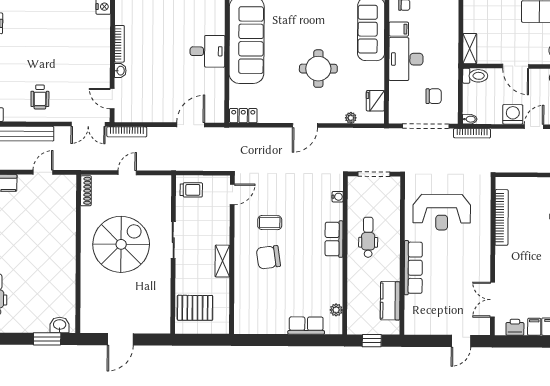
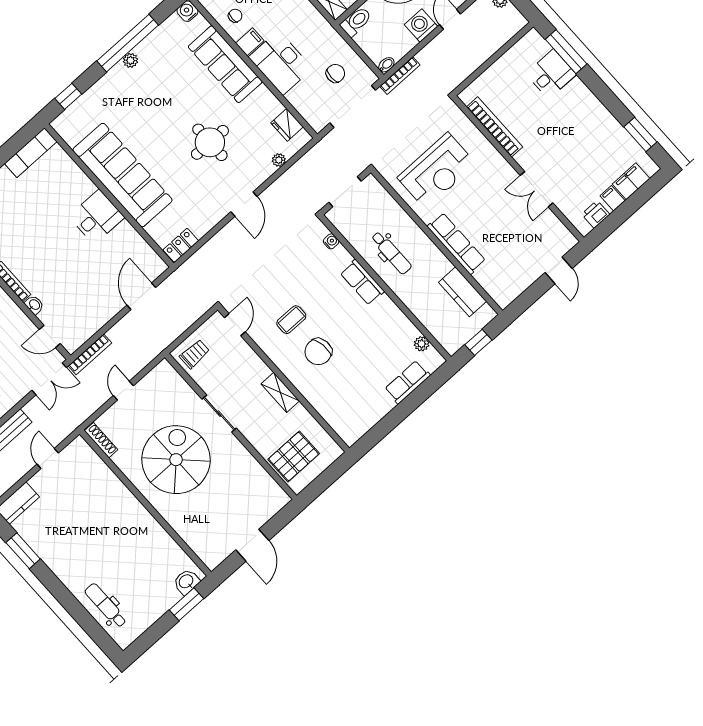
dental chair: (368, 237) -> (391, 253), turned 180
double door: (493, 300) -> (536, 189), moved

